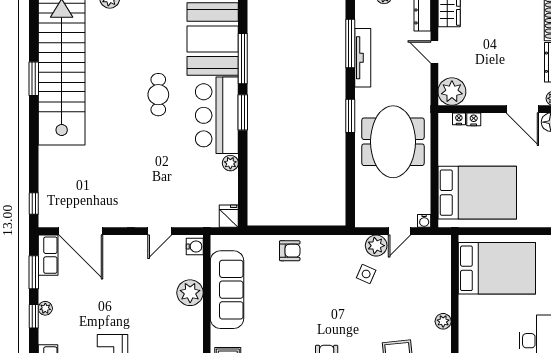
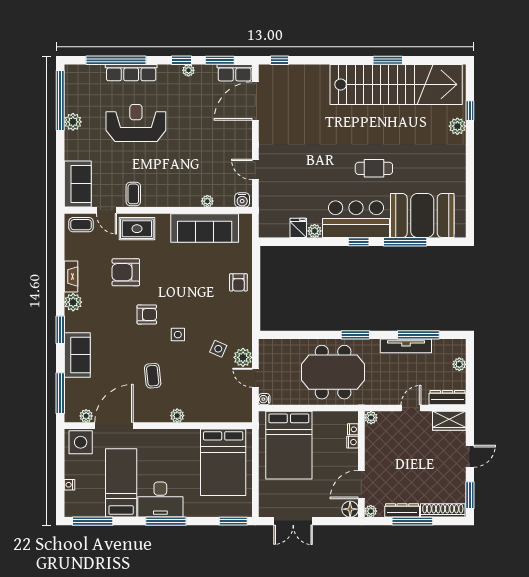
plant: (452, 92) -> (371, 418), width x0.53, depth x0.53
window: (243, 112) -> (359, 242), width x0.67
fridge: (229, 216) -> (298, 228), moved, turned -90
plant: (190, 293) -> (207, 201), width x0.53, depth x0.53
side table: (350, 320) -> (178, 335), added

